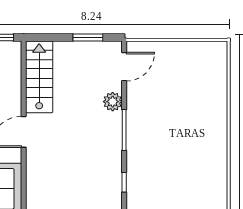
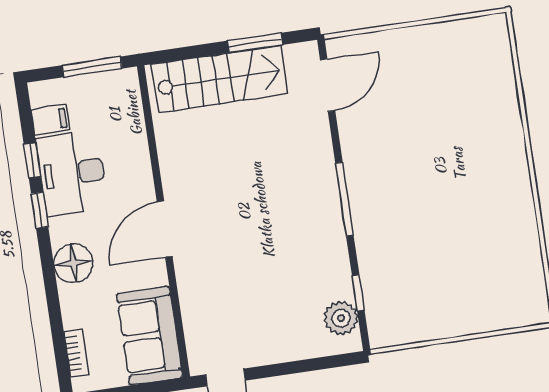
stairs: (39, 77) -> (220, 79), moved, turned 90
plant: (113, 102) -> (341, 318), moved

